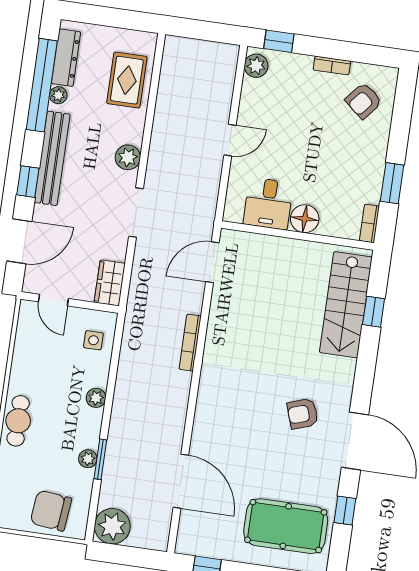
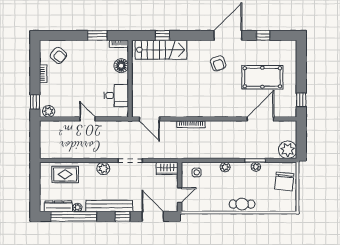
floor lamp: (305, 219) -> (121, 66), moved
pool table: (286, 526) -> (262, 77), moved, turned 90

